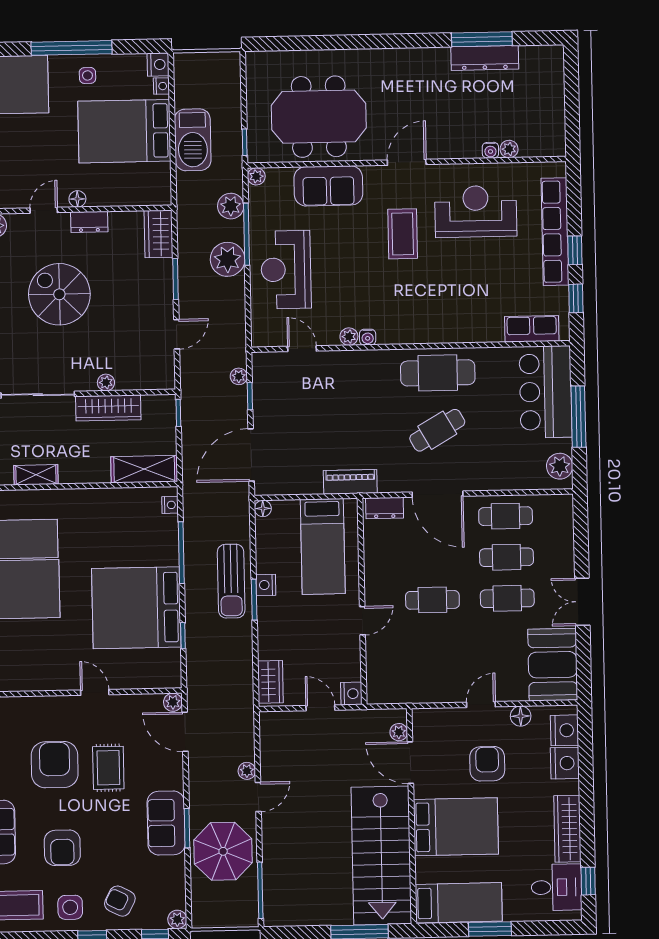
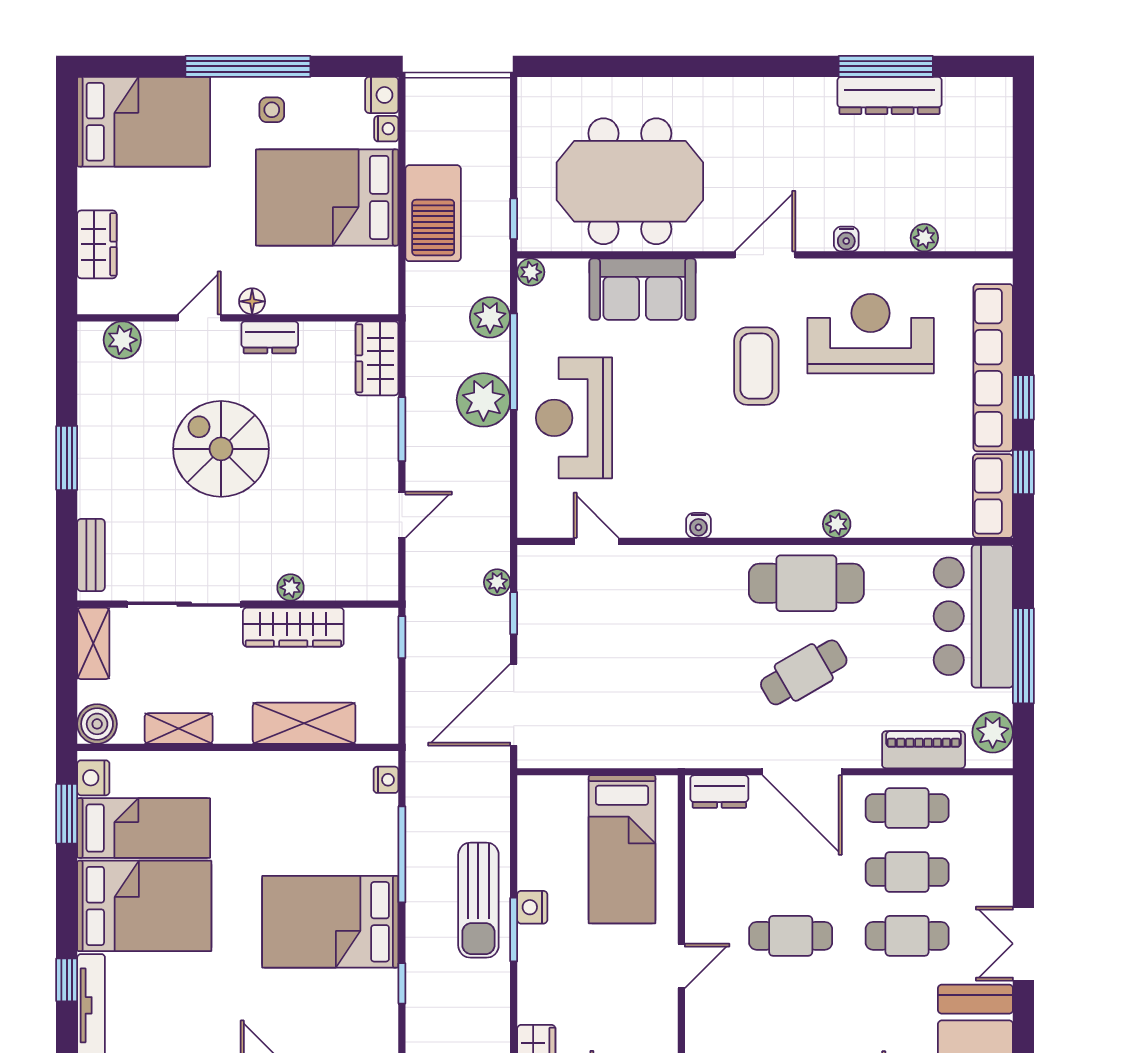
water cooler: (490, 150) -> (846, 239), moved
row of seats: (532, 329) -> (993, 496), moved, turned -90
plant: (349, 337) -> (837, 524), moved
shelving: (144, 469) -> (304, 723), moved
piano: (350, 482) -> (924, 750), moved
floor lamp: (263, 508) -> (530, 788), removed
bed: (136, 608) -> (330, 922), width x0.73

